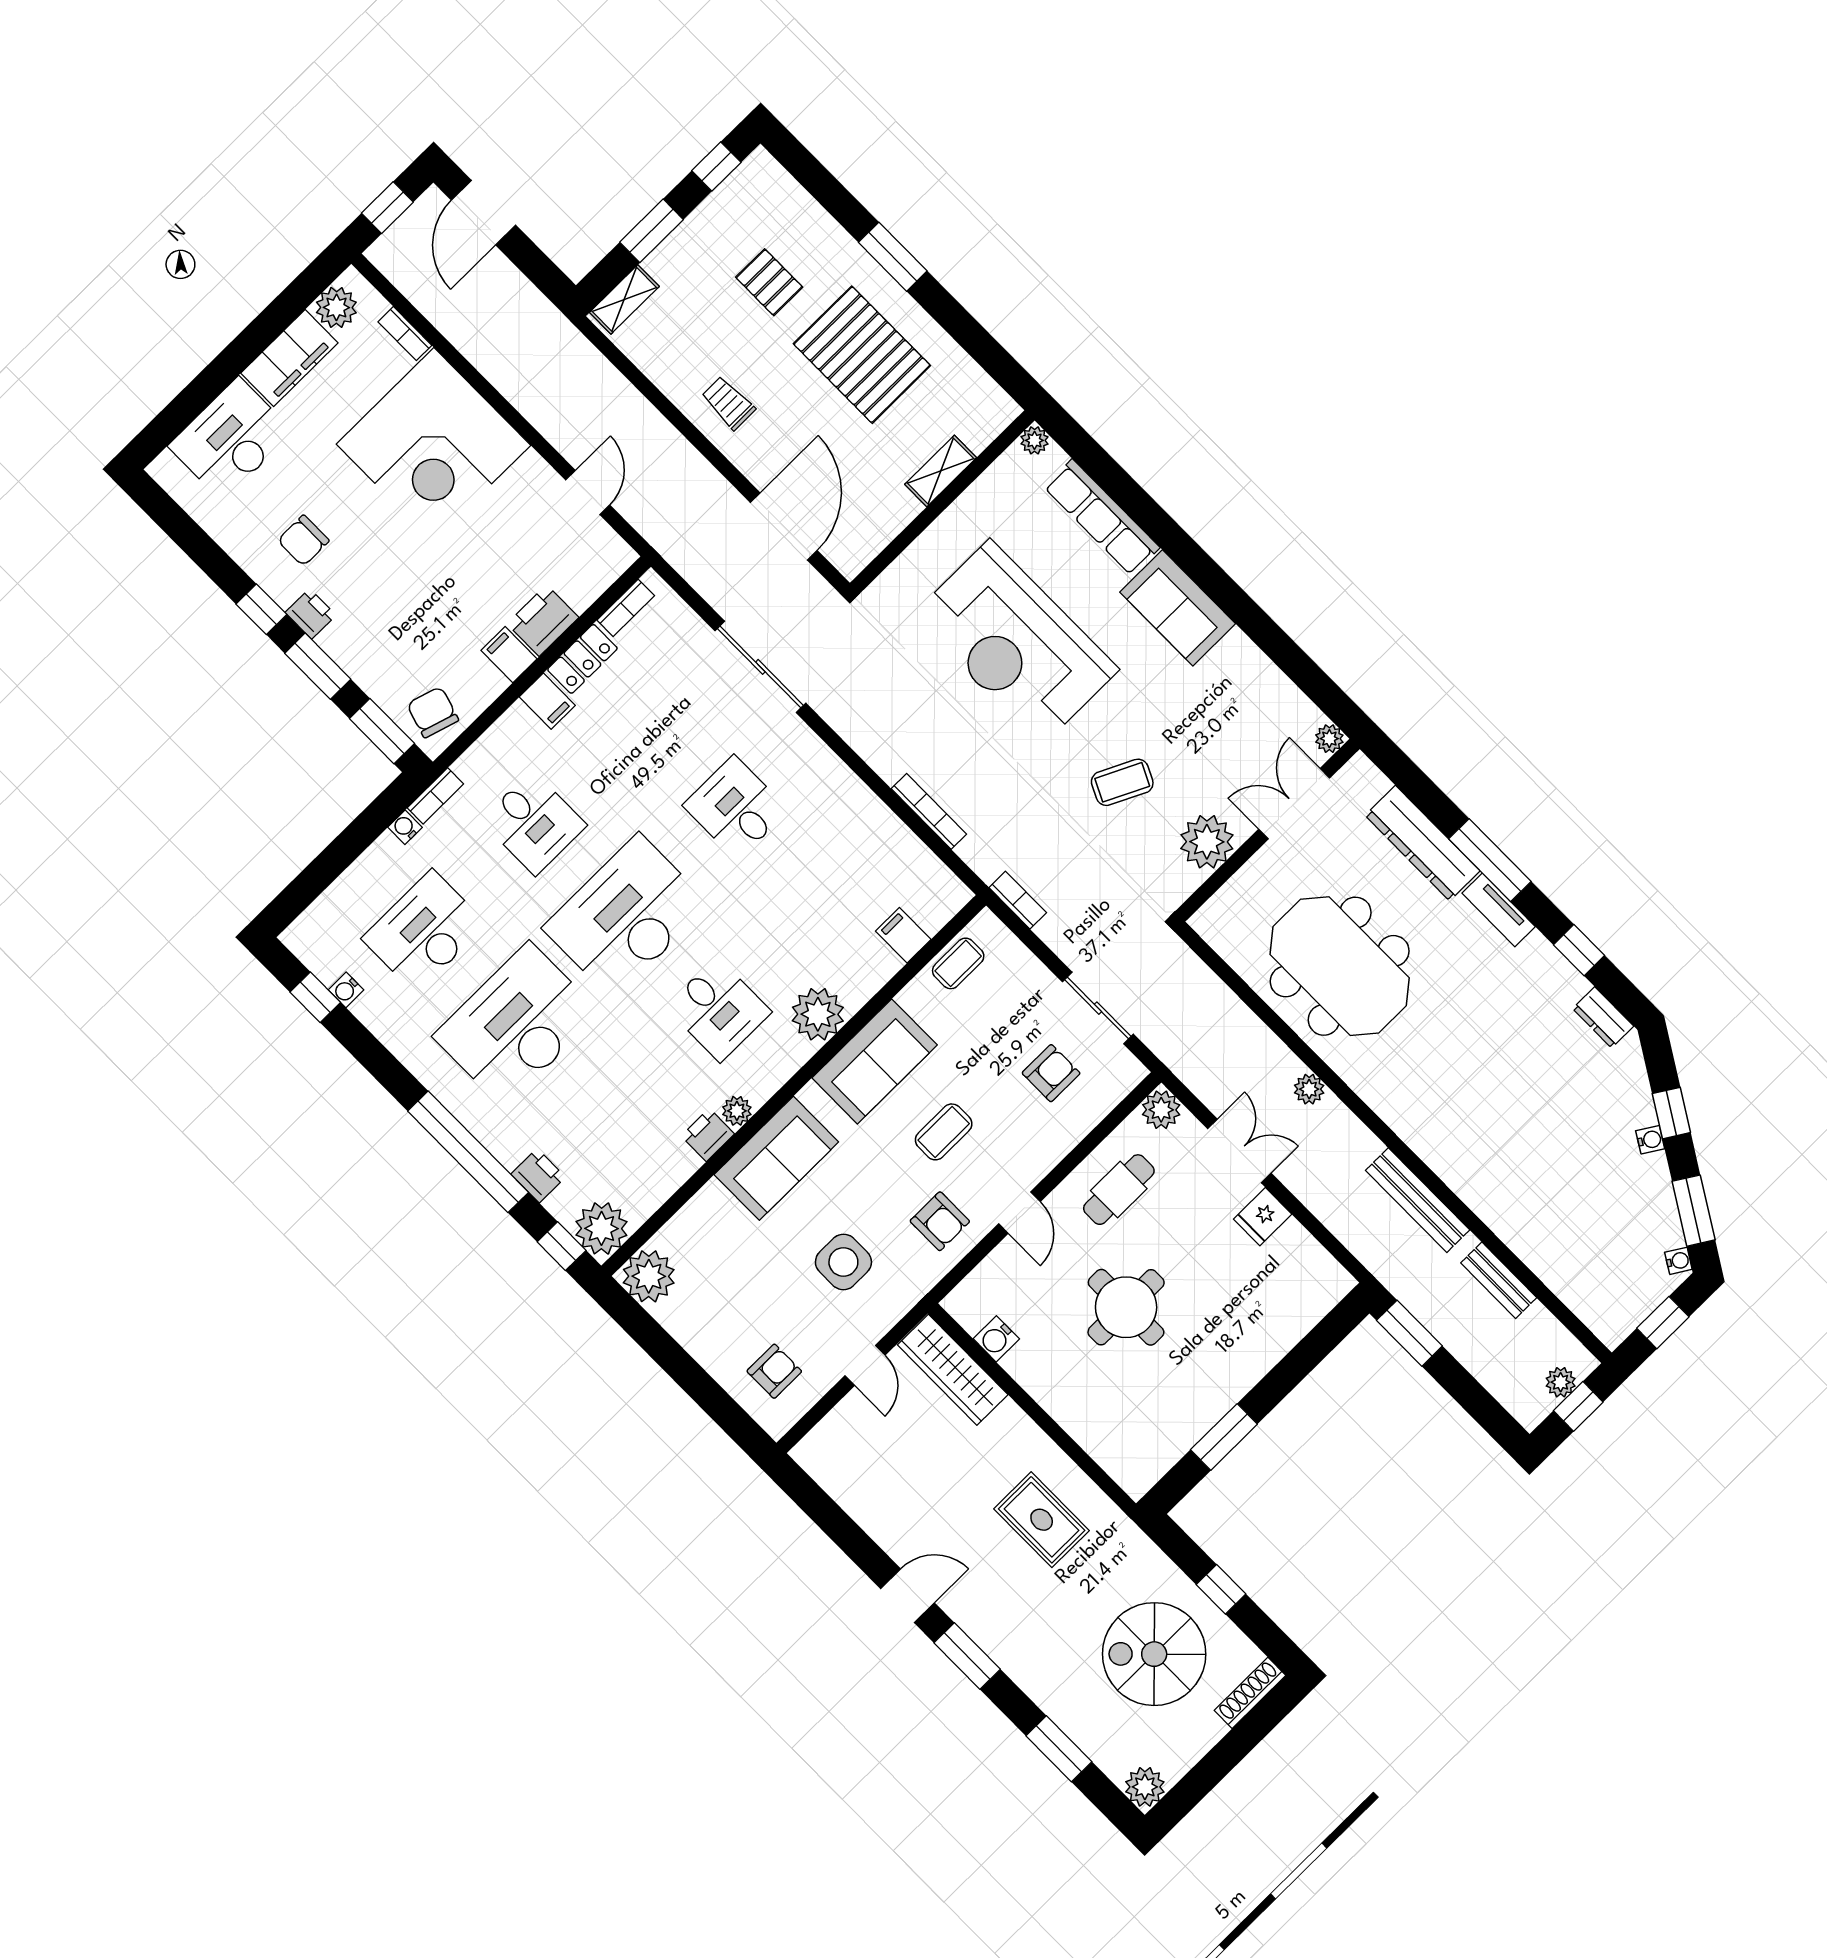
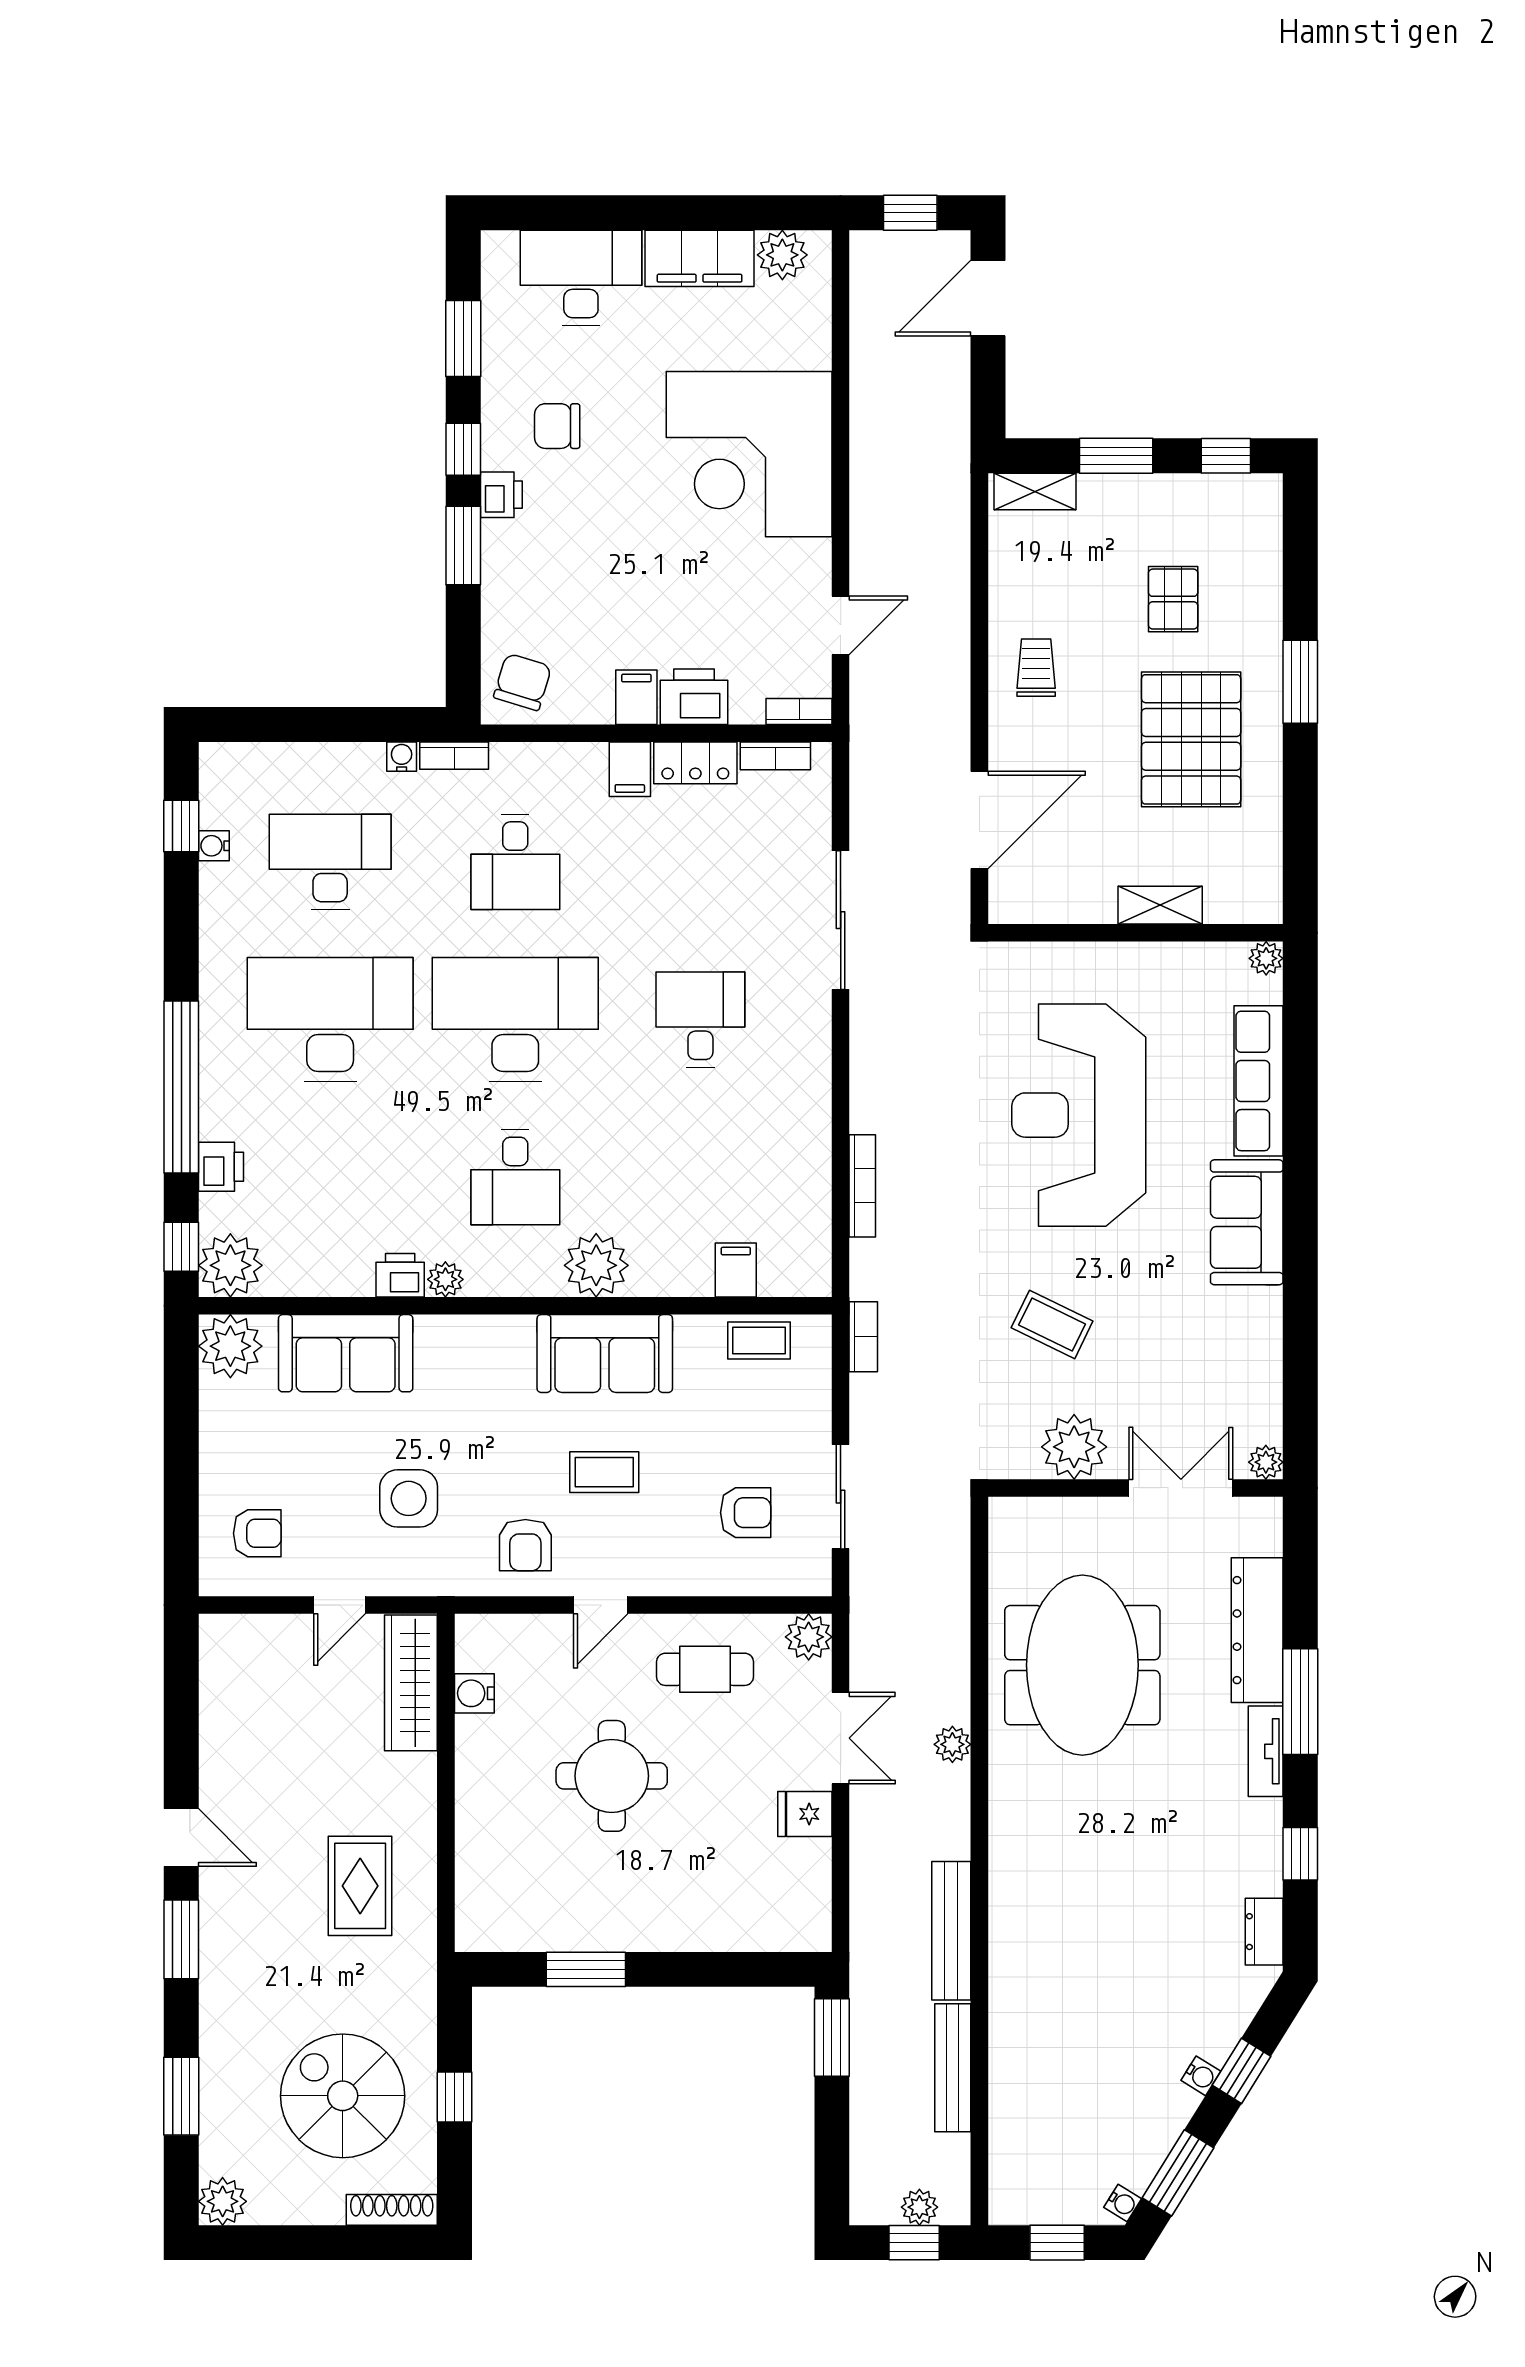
bookcase: (405, 334) -> (799, 711), moved, turned 90
window: (382, 731) -> (463, 339), moved
sofa: (776, 1158) -> (346, 1353), moved
bench: (1499, 1280) -> (953, 2068), width x1.36

